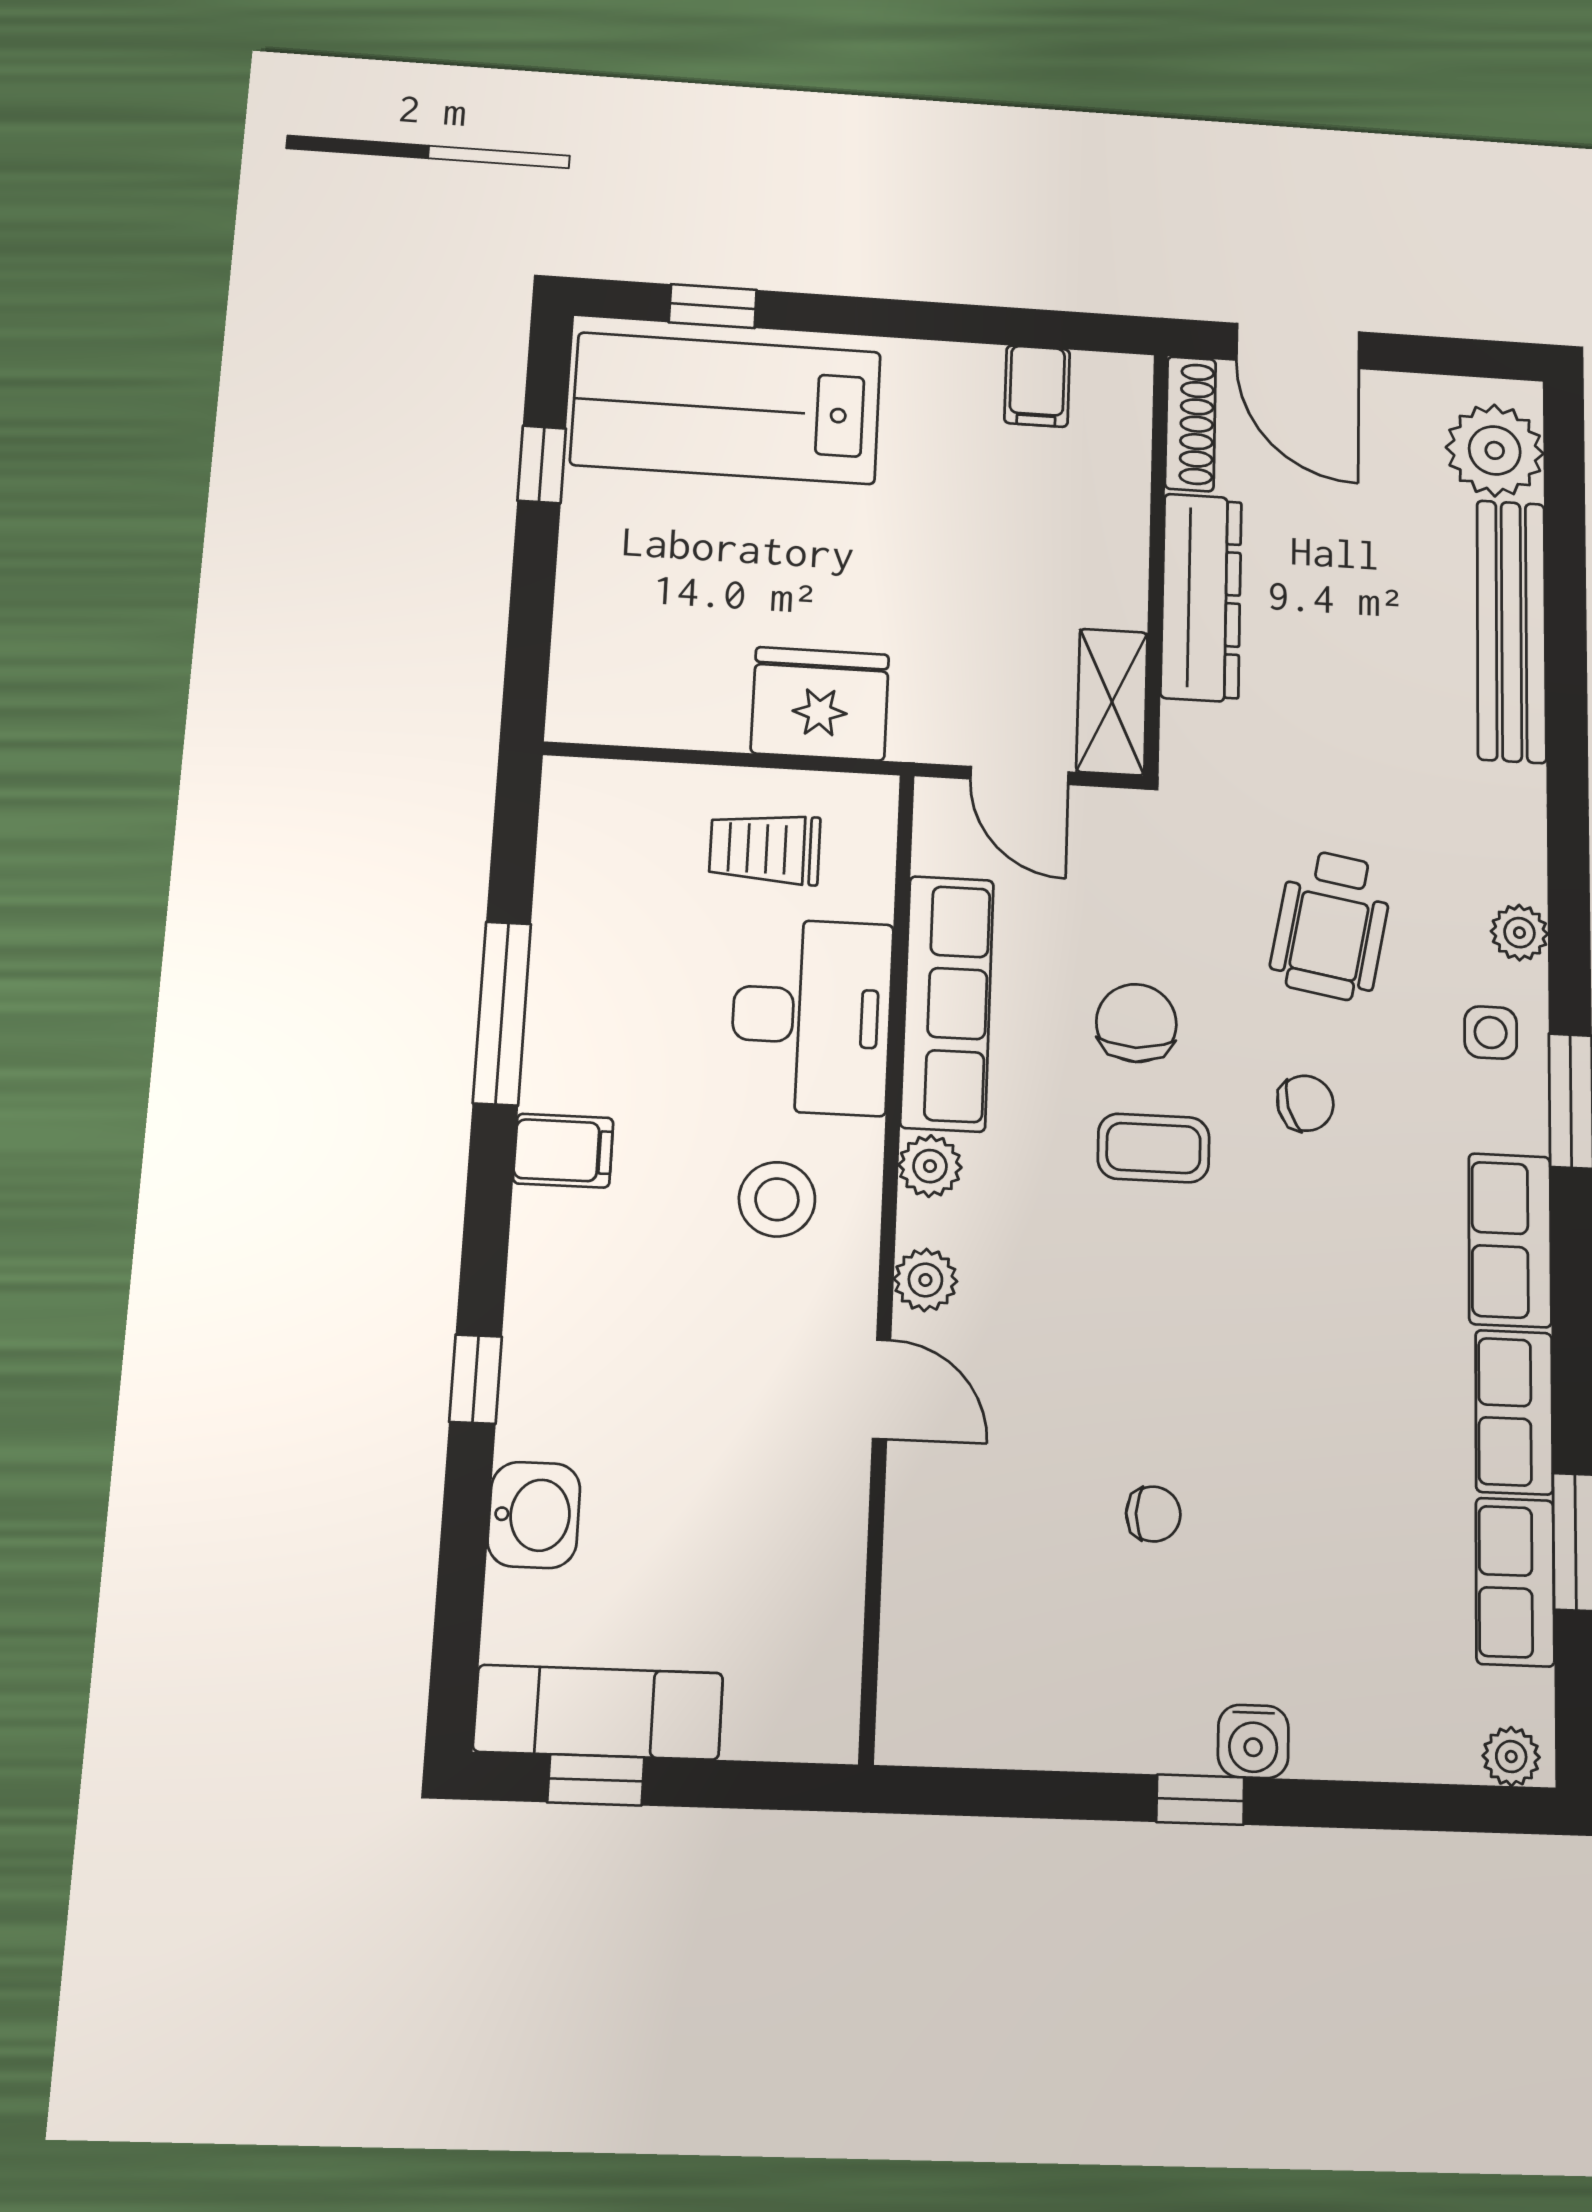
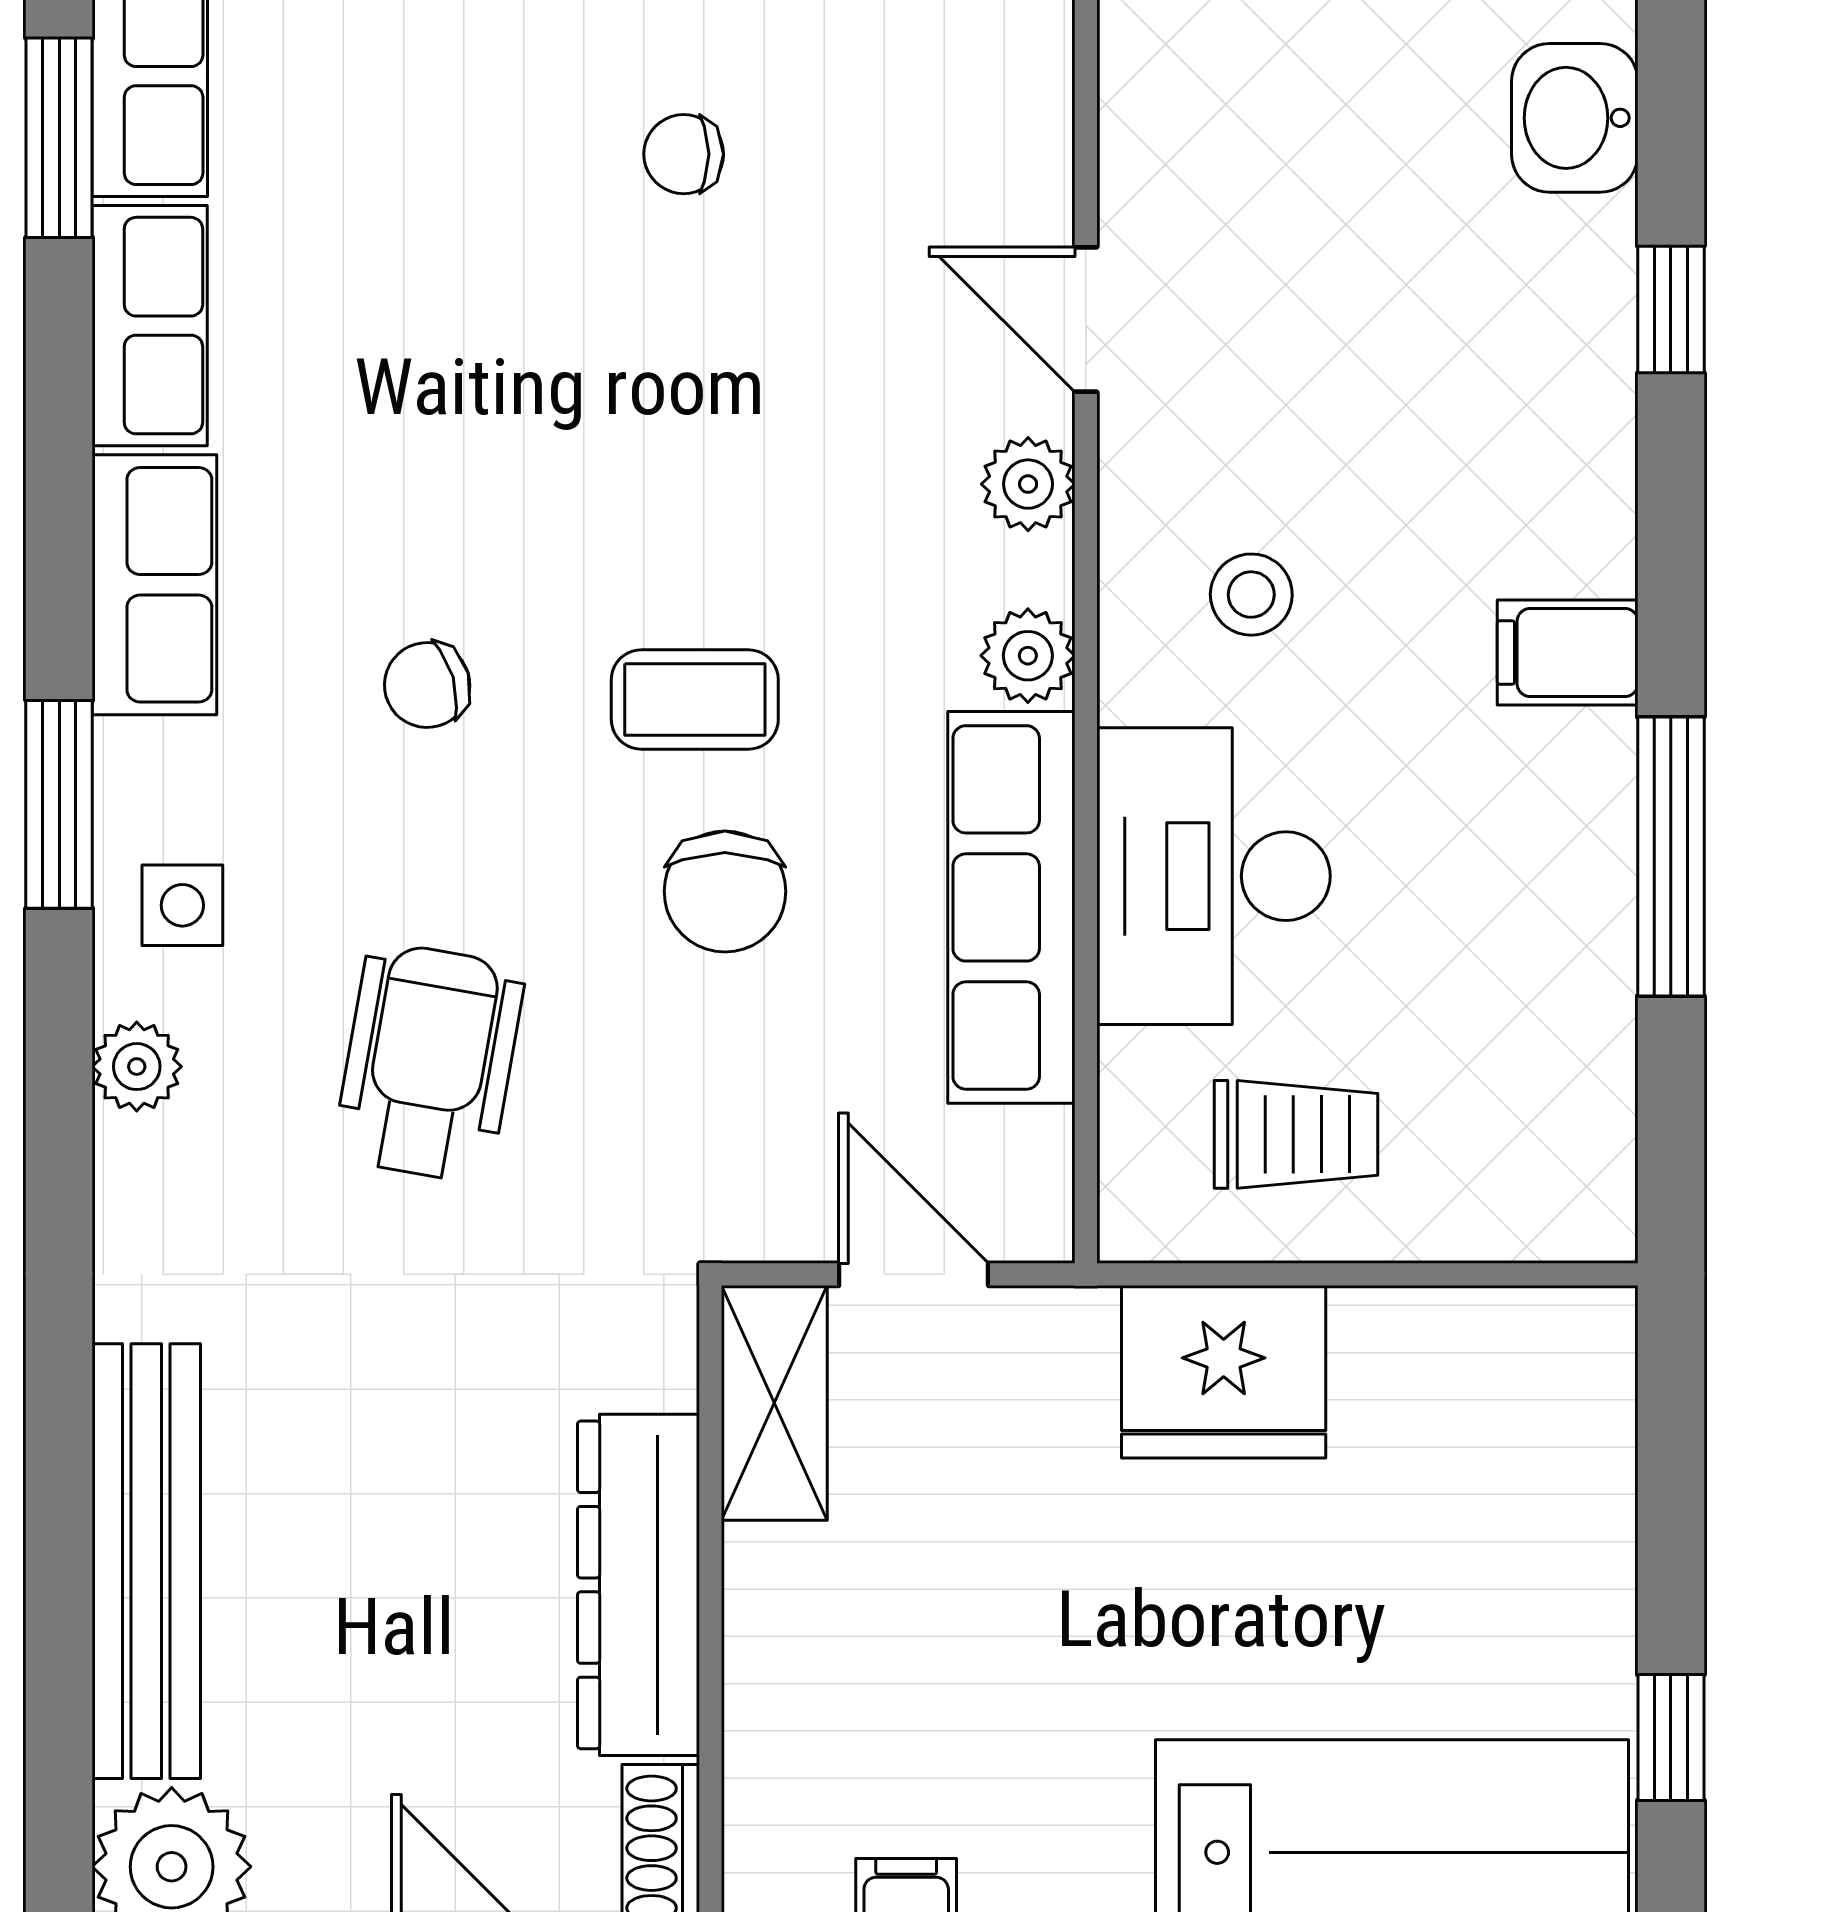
chair: (1305, 1103) -> (427, 685), moved
stool: (777, 1199) -> (1251, 595), width x0.73, depth x0.73

